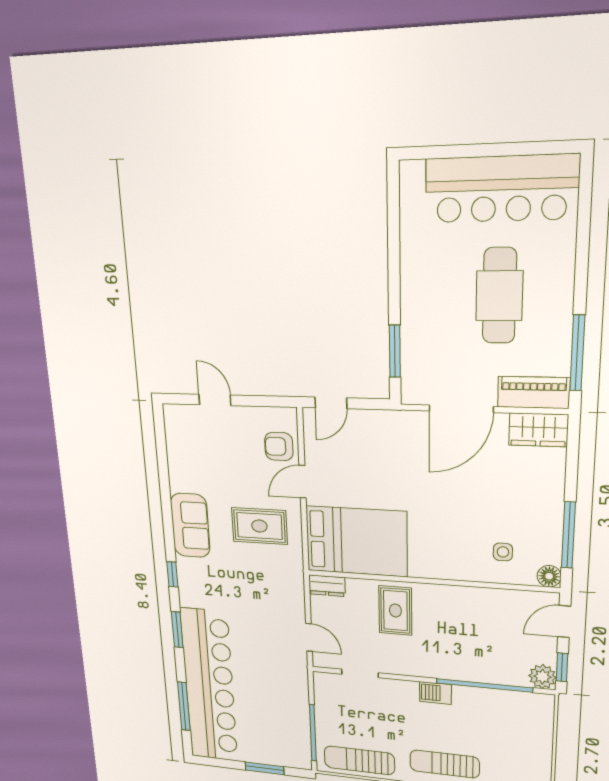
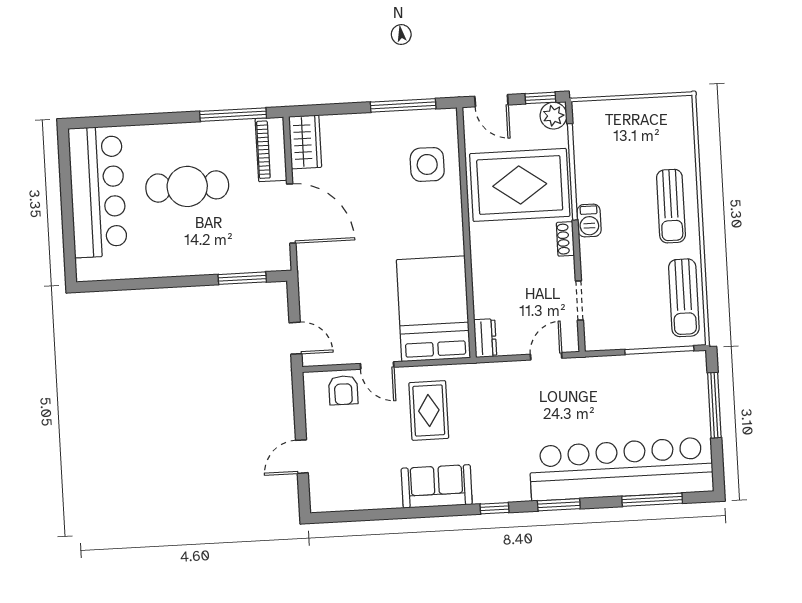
side table: (503, 552) -> (427, 164), width x1.87, depth x1.87
floor lamp: (549, 576) -> (447, 119), removed
rug: (395, 611) -> (520, 185), moved, width x1.86, depth x2.06
shoe rack: (419, 670) -> (565, 239), added
window: (264, 768) -> (714, 405), width x1.44

